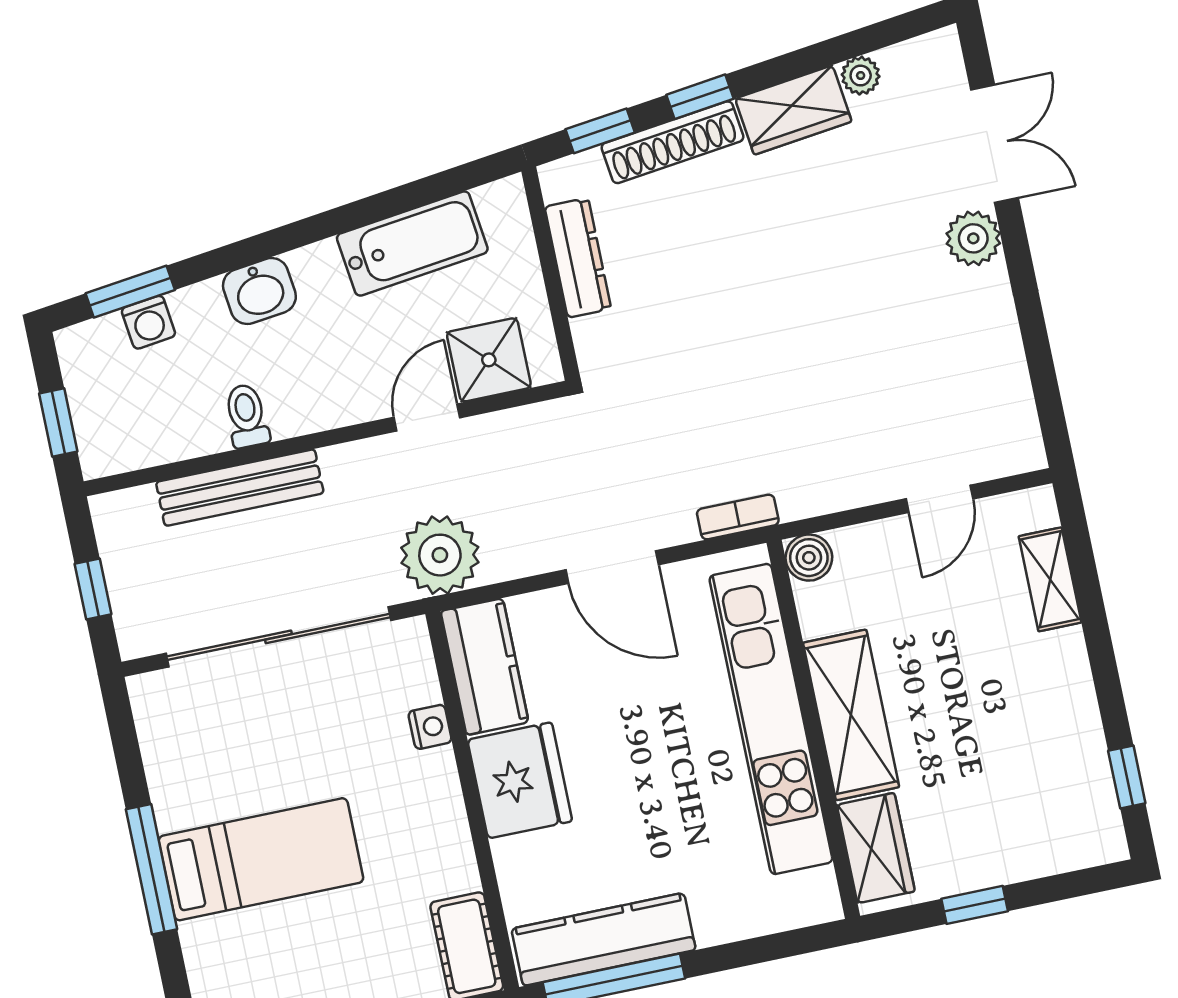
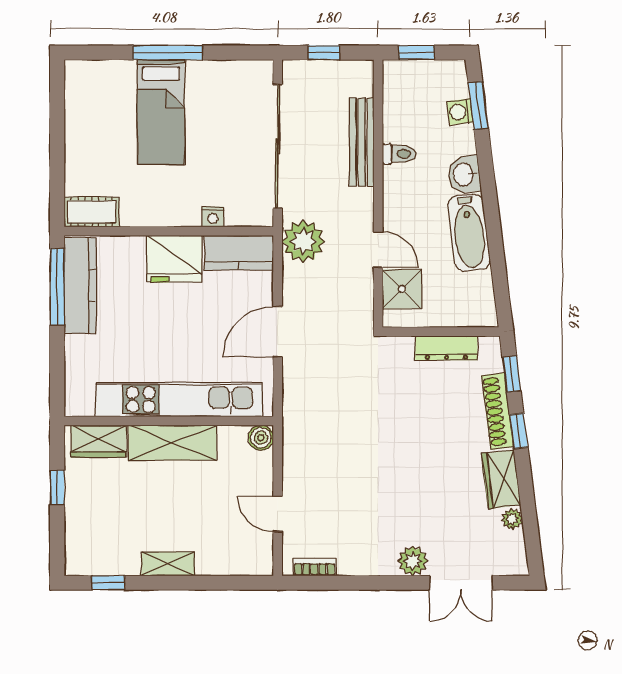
bathtub: (412, 243) -> (469, 233), moved
bookcase: (738, 517) -> (315, 567), moved, turned -90
shelving: (1050, 579) -> (168, 564), moved

